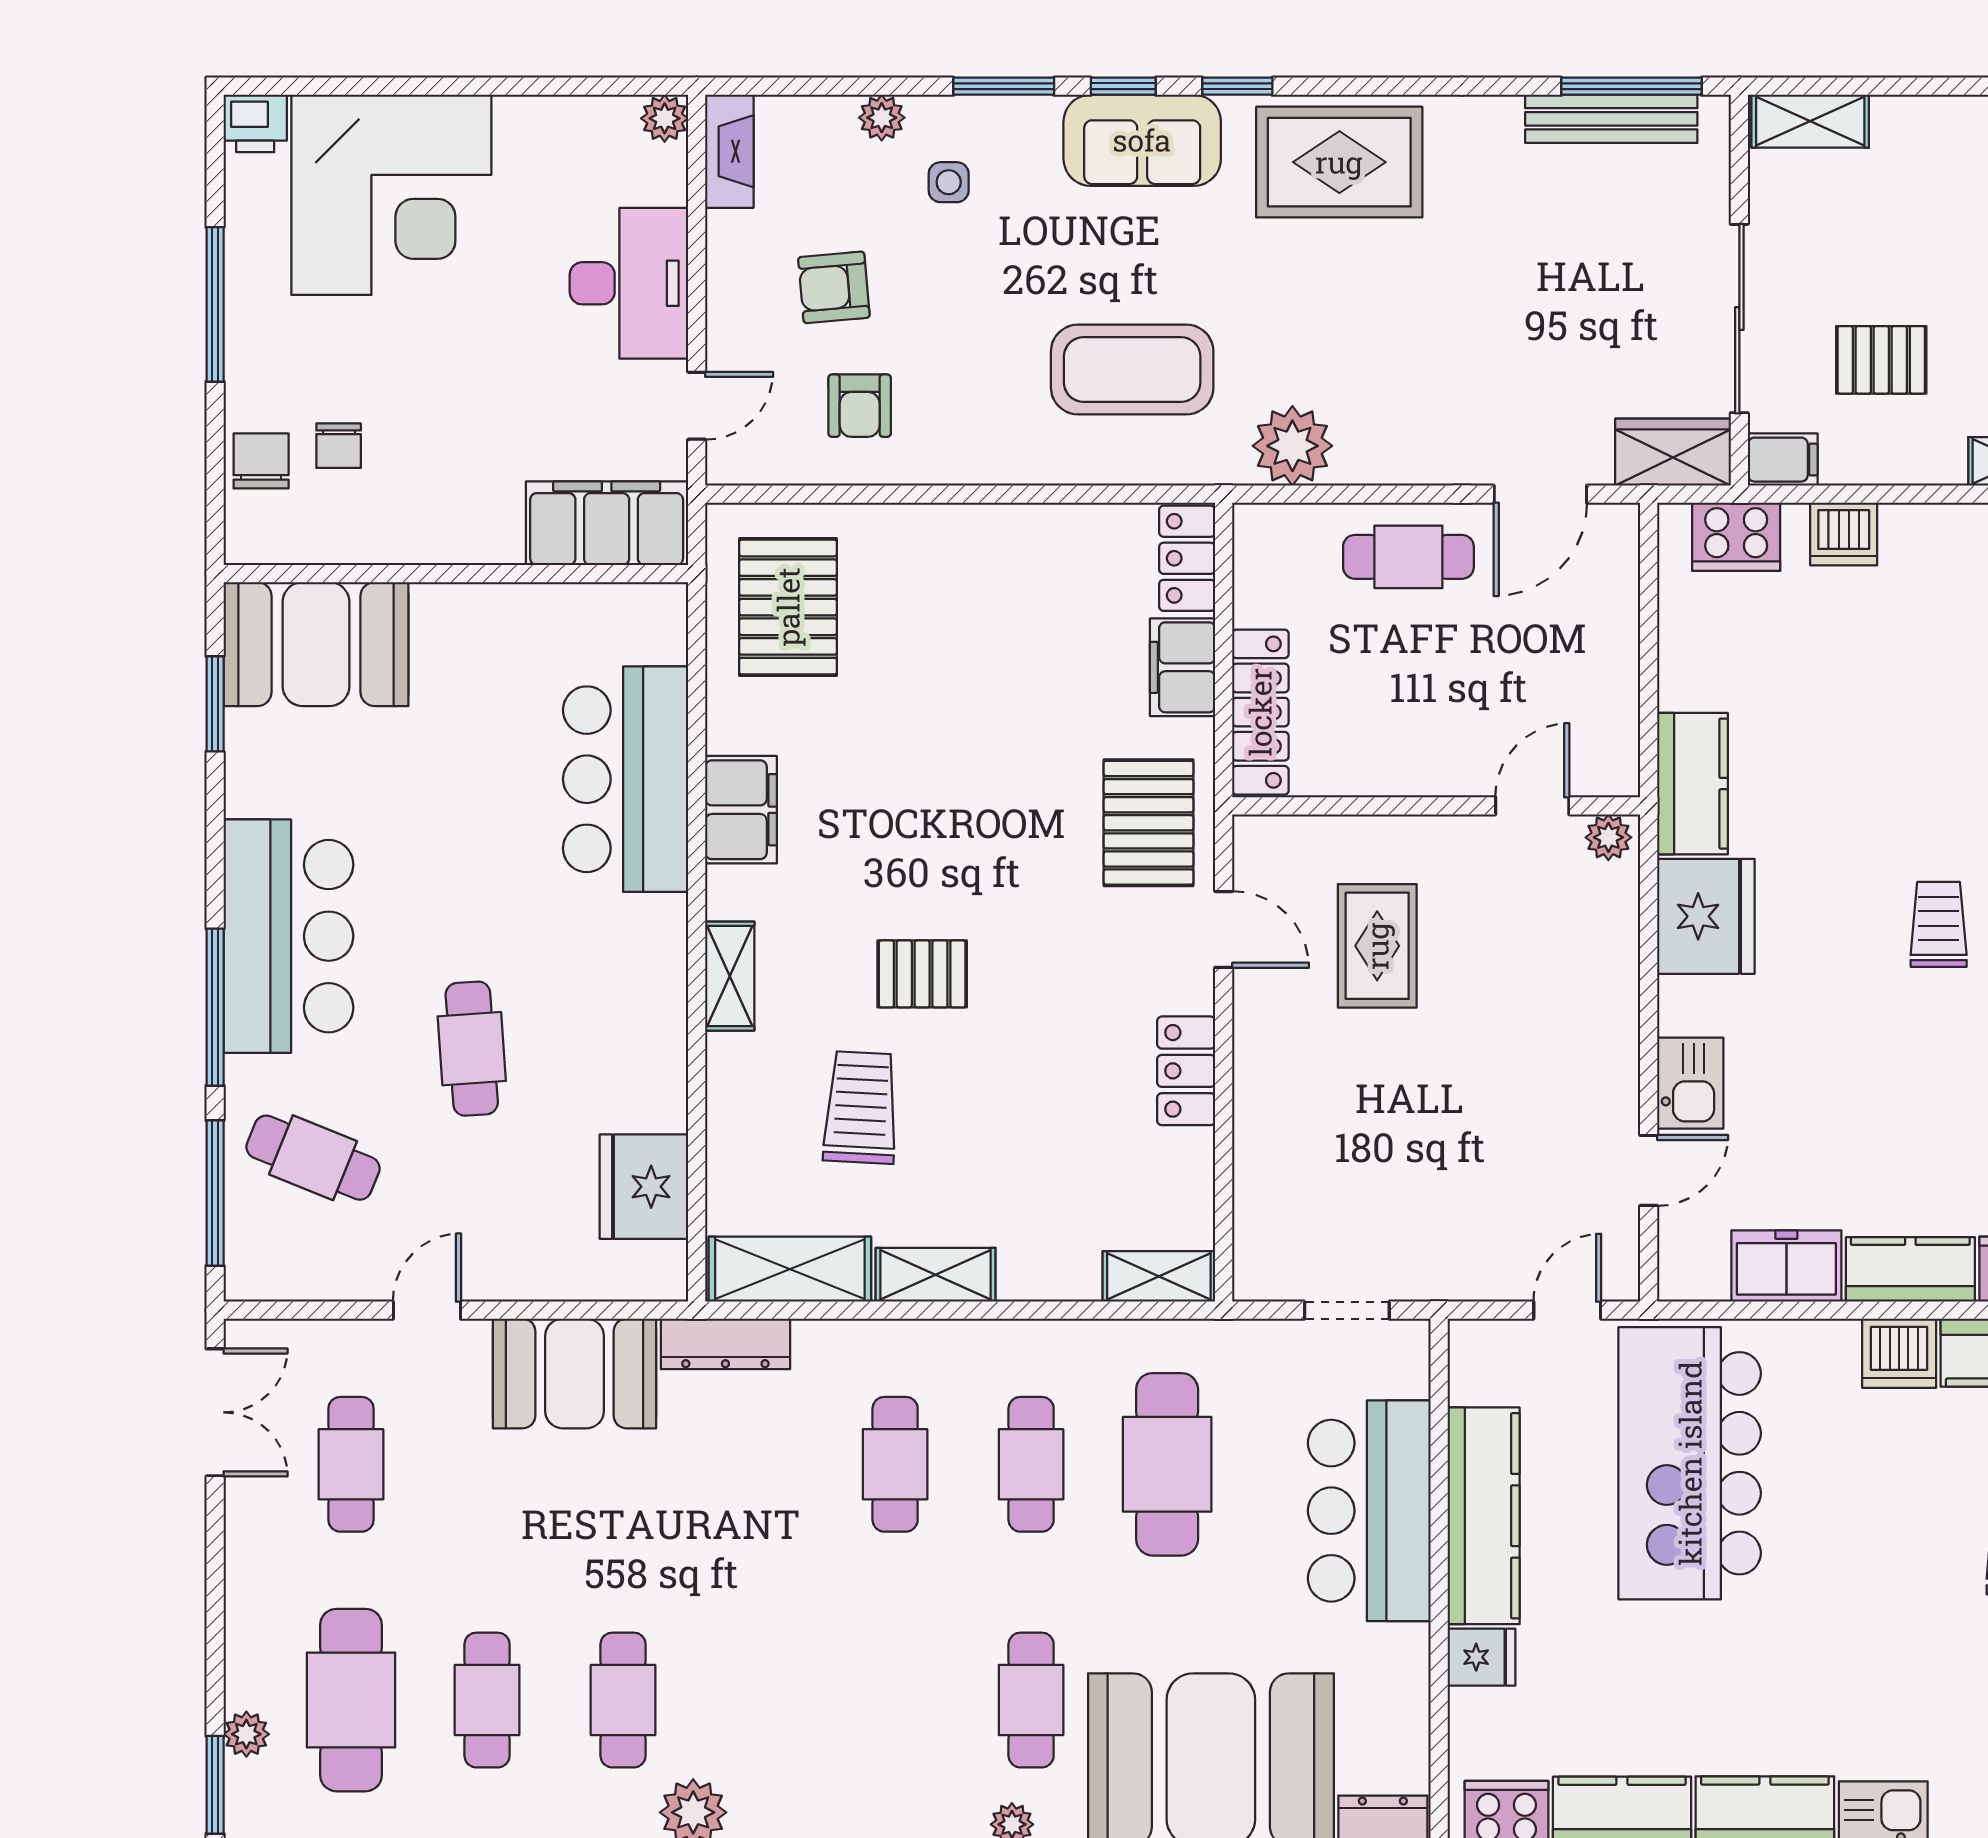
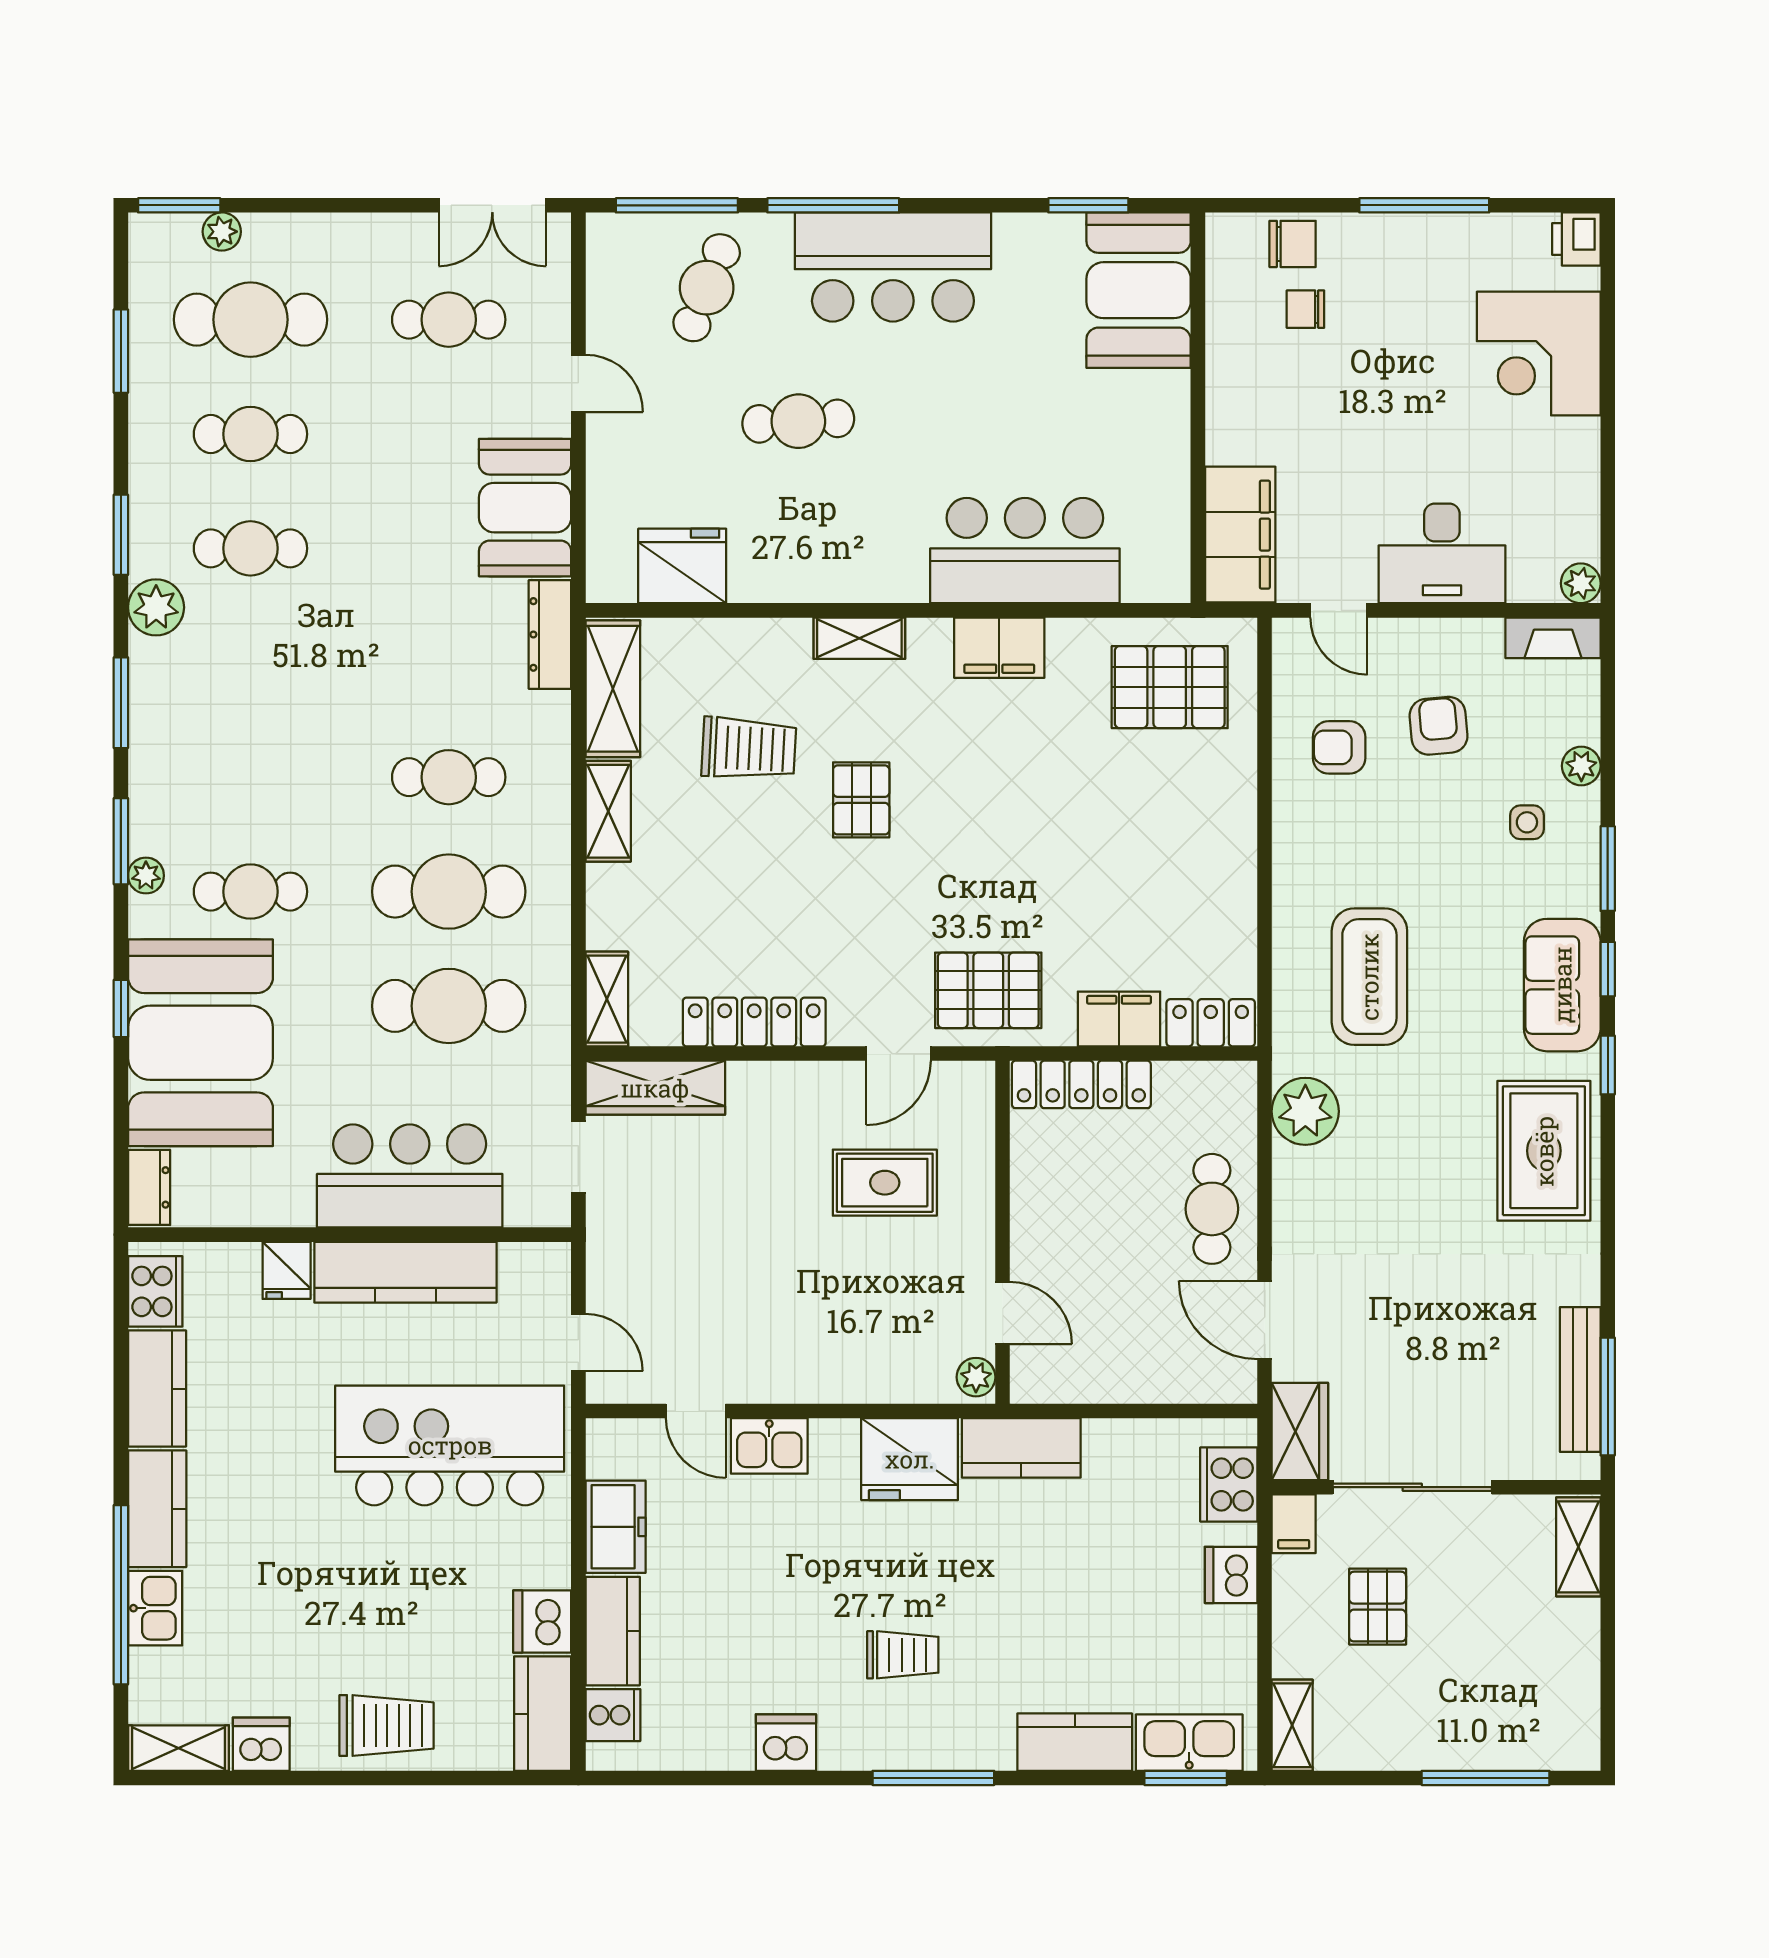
corner desk: (391, 195) -> (1539, 354), width x0.74, depth x0.74
locker: (1186, 1071) -> (754, 1022), width x1.53
wardrobe: (1264, 1219) -> (655, 1088), added
cafe table: (1031, 1464) -> (449, 892), width x1.37, depth x1.35

